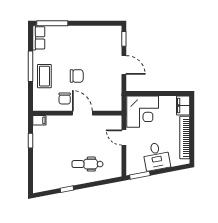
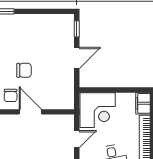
door: (124, 65) -> (77, 58), hinge flipped
door: (124, 138) -> (77, 139), swing flipped

